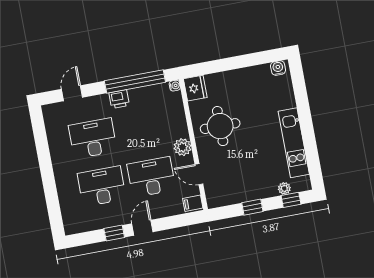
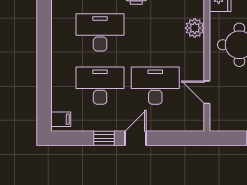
plant: (183, 147) -> (195, 28), moved
filing cabinet: (193, 203) -> (61, 119), moved, turned 180

